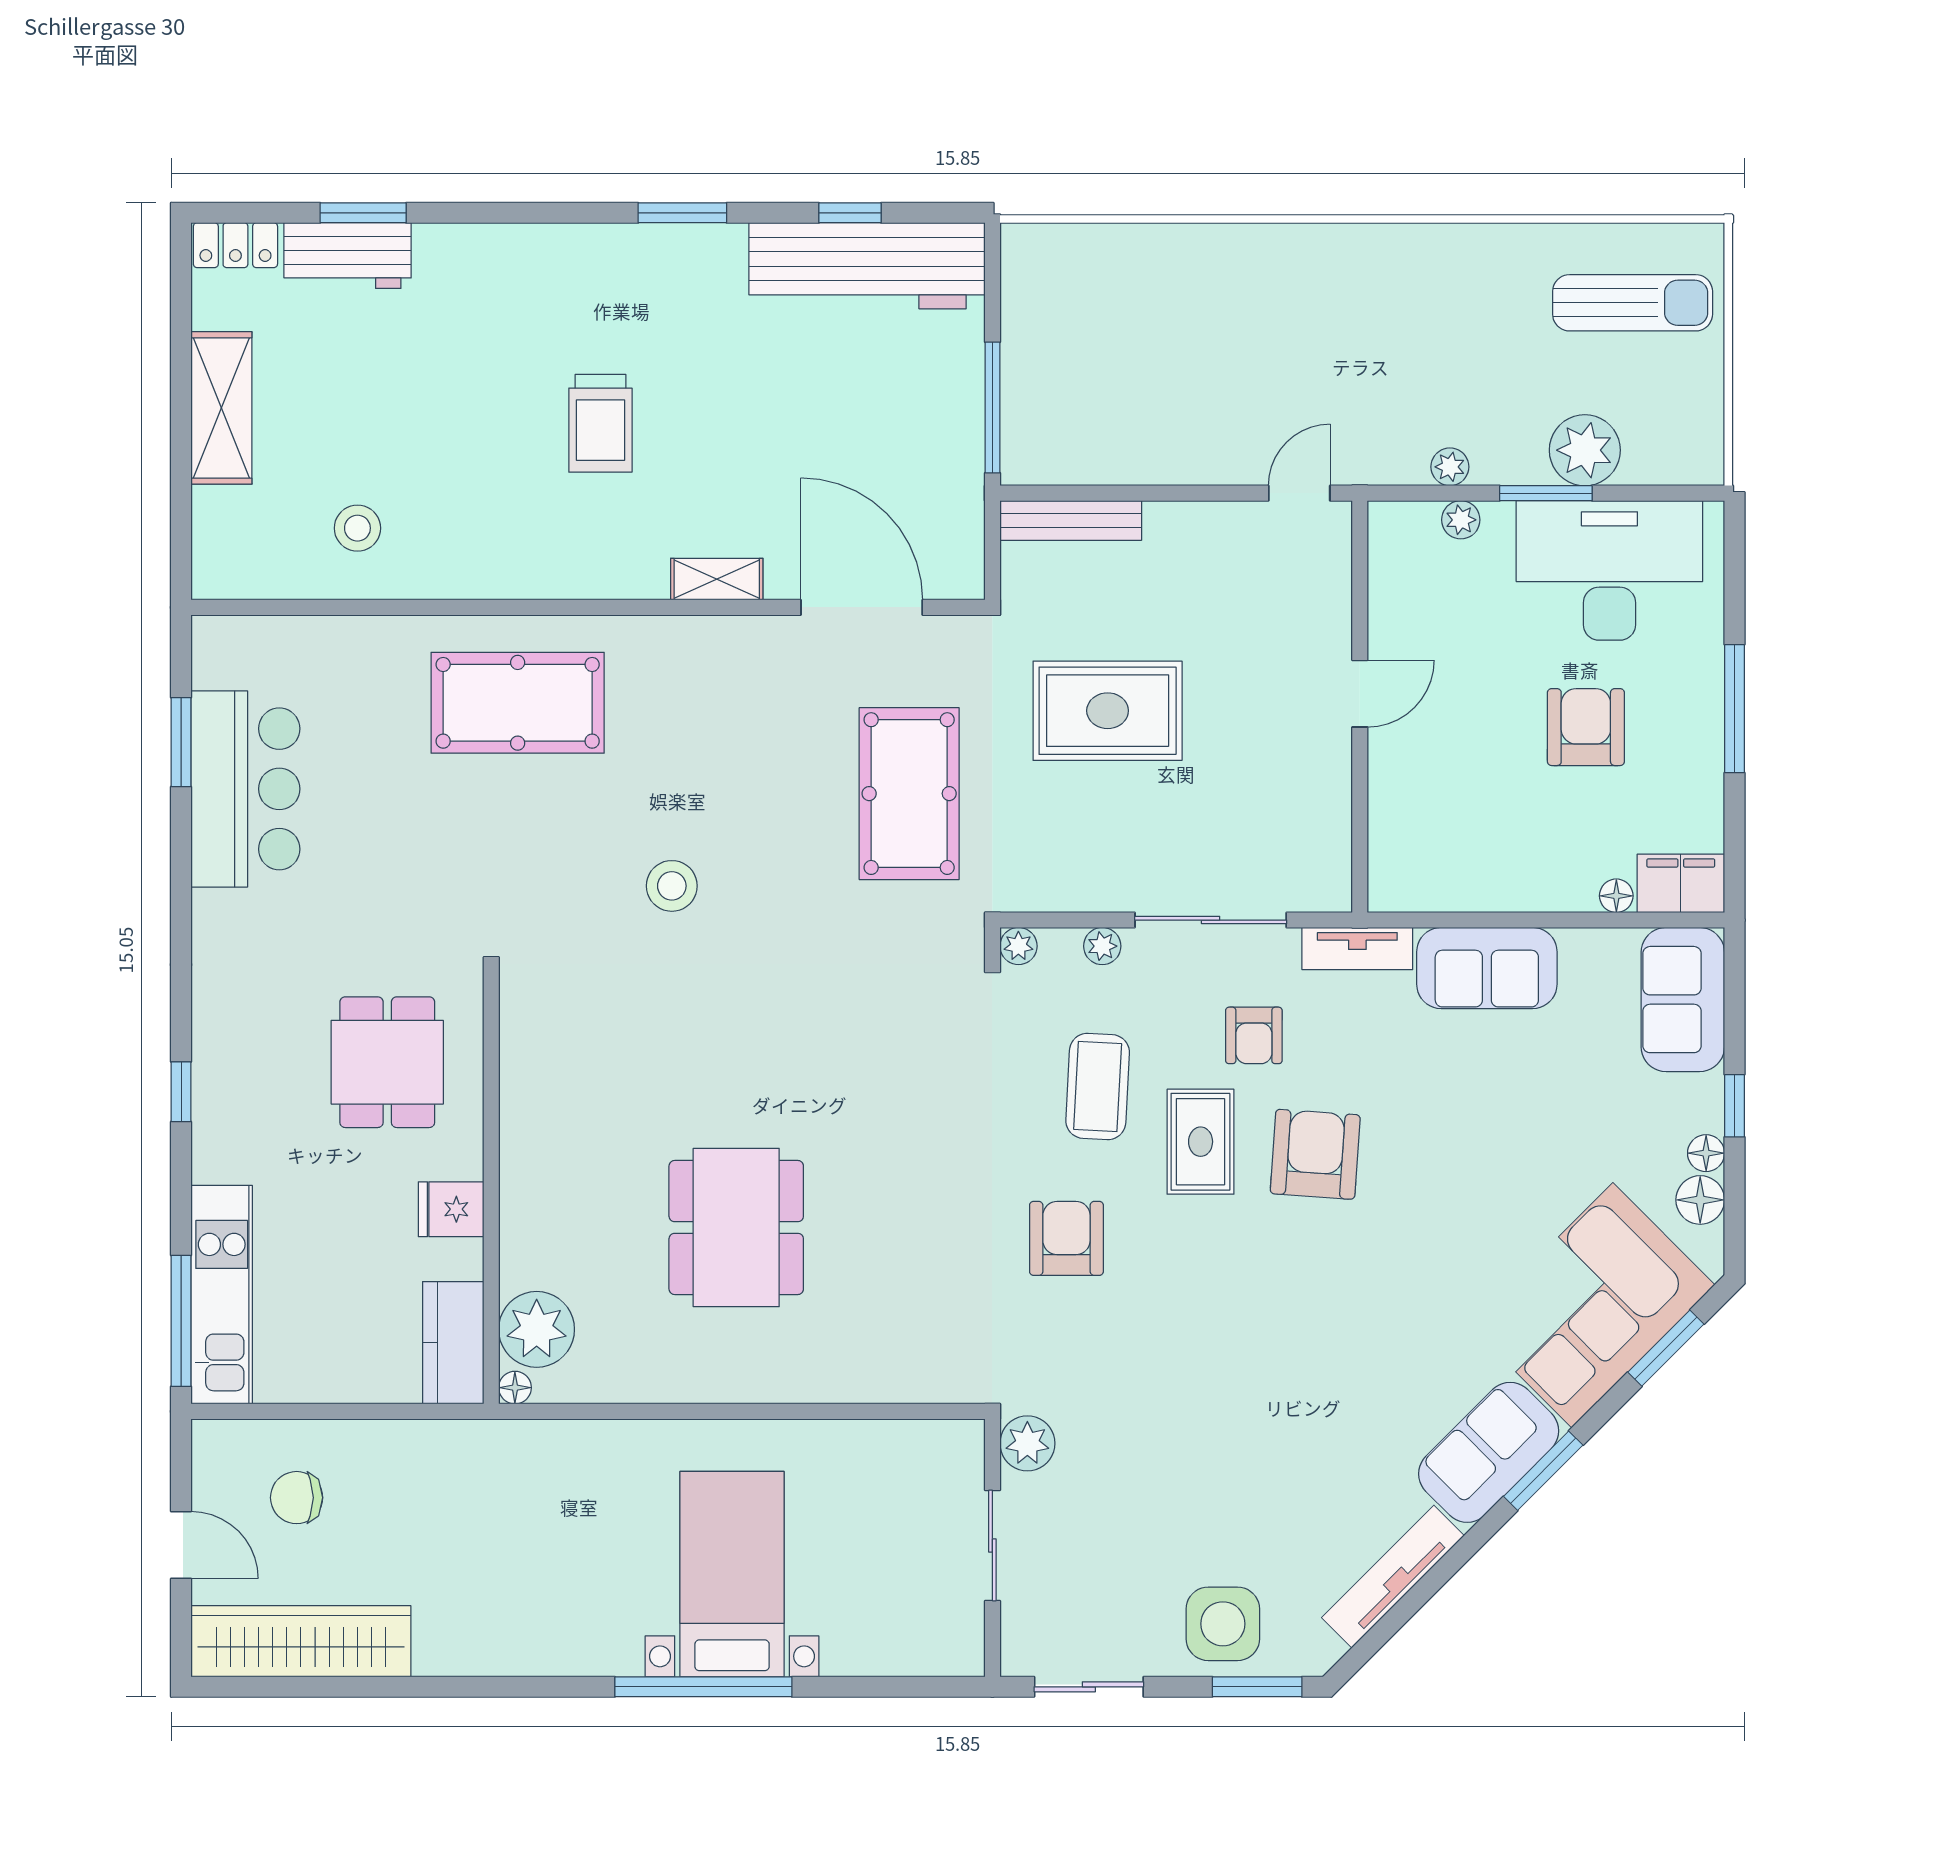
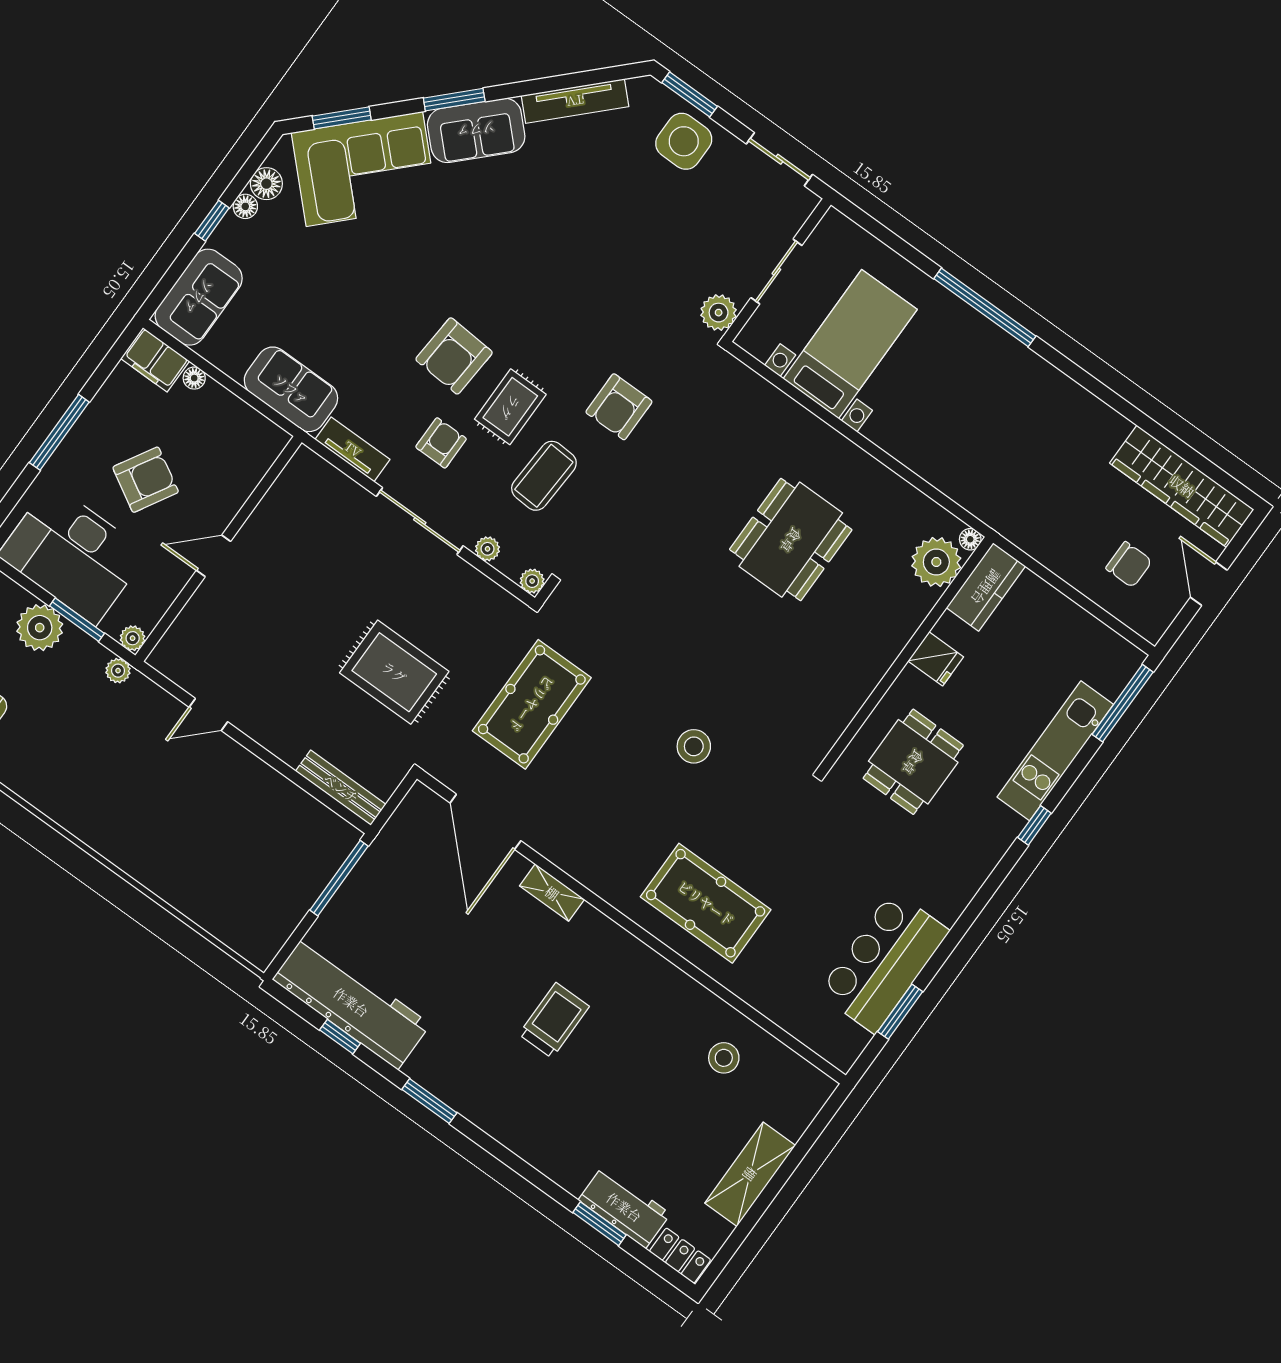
door: (1360, 694) -> (214, 556), moved
wall: (1360, 707) -> (219, 549), moved
armchair: (1586, 727) -> (146, 480), turned -150
kitchen unit: (222, 1295) -> (1055, 751), moved
bed with nightstands: (732, 1574) -> (850, 344), moved, turned 180

